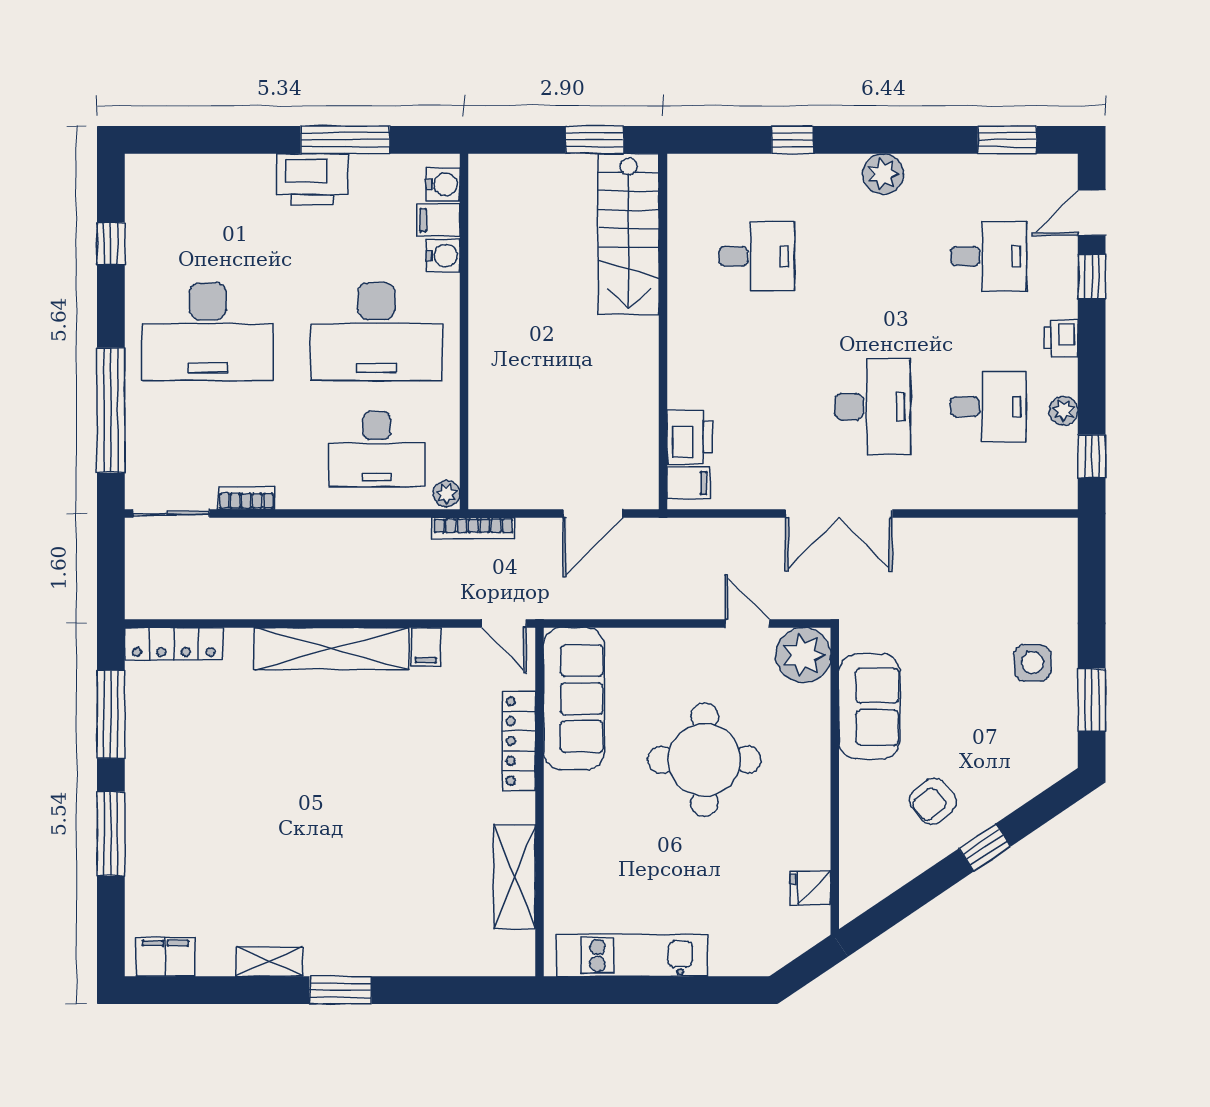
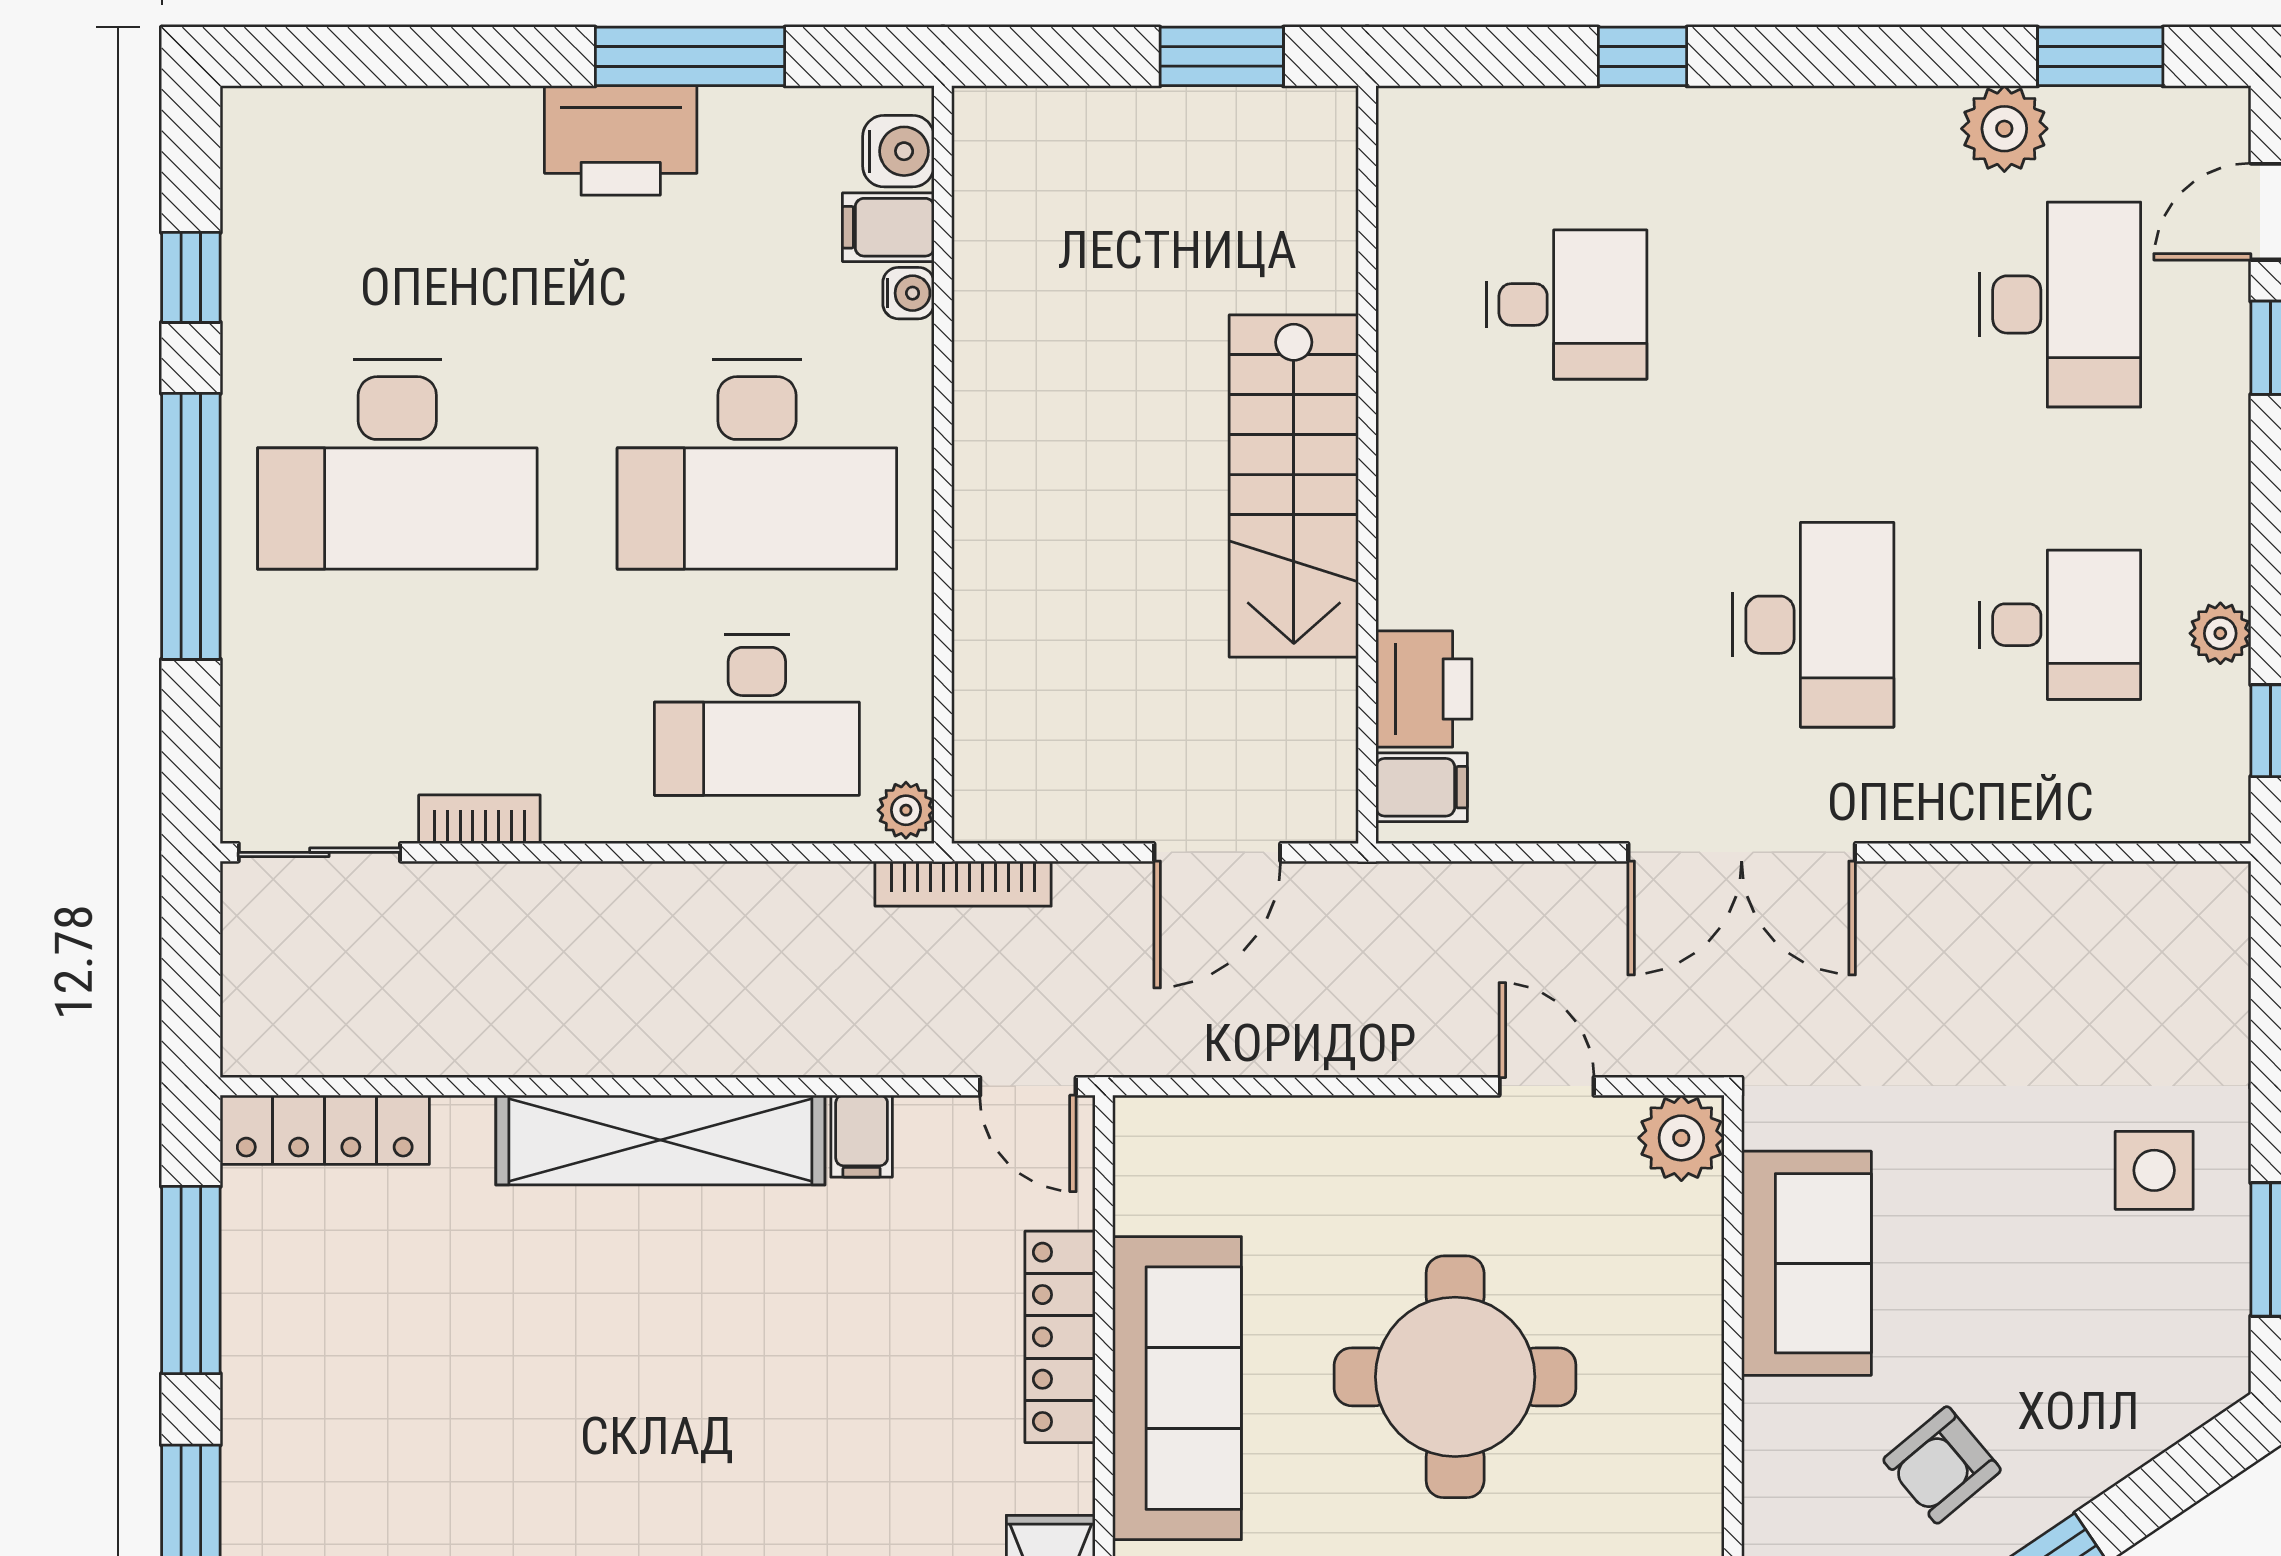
plant: (883, 174) -> (2004, 129), moved
stairs: (629, 234) -> (1294, 486), moved
water cooler: (443, 256) -> (908, 293), width x0.72, depth x0.72
desk: (988, 256) -> (2060, 304), width x1.37
printer: (1061, 338) -> (2215, 478), removed
window: (111, 410) -> (191, 526), moved
plant: (803, 655) -> (1681, 1138), width x0.73, depth x0.73
sofa: (574, 699) -> (1177, 1388), moved

